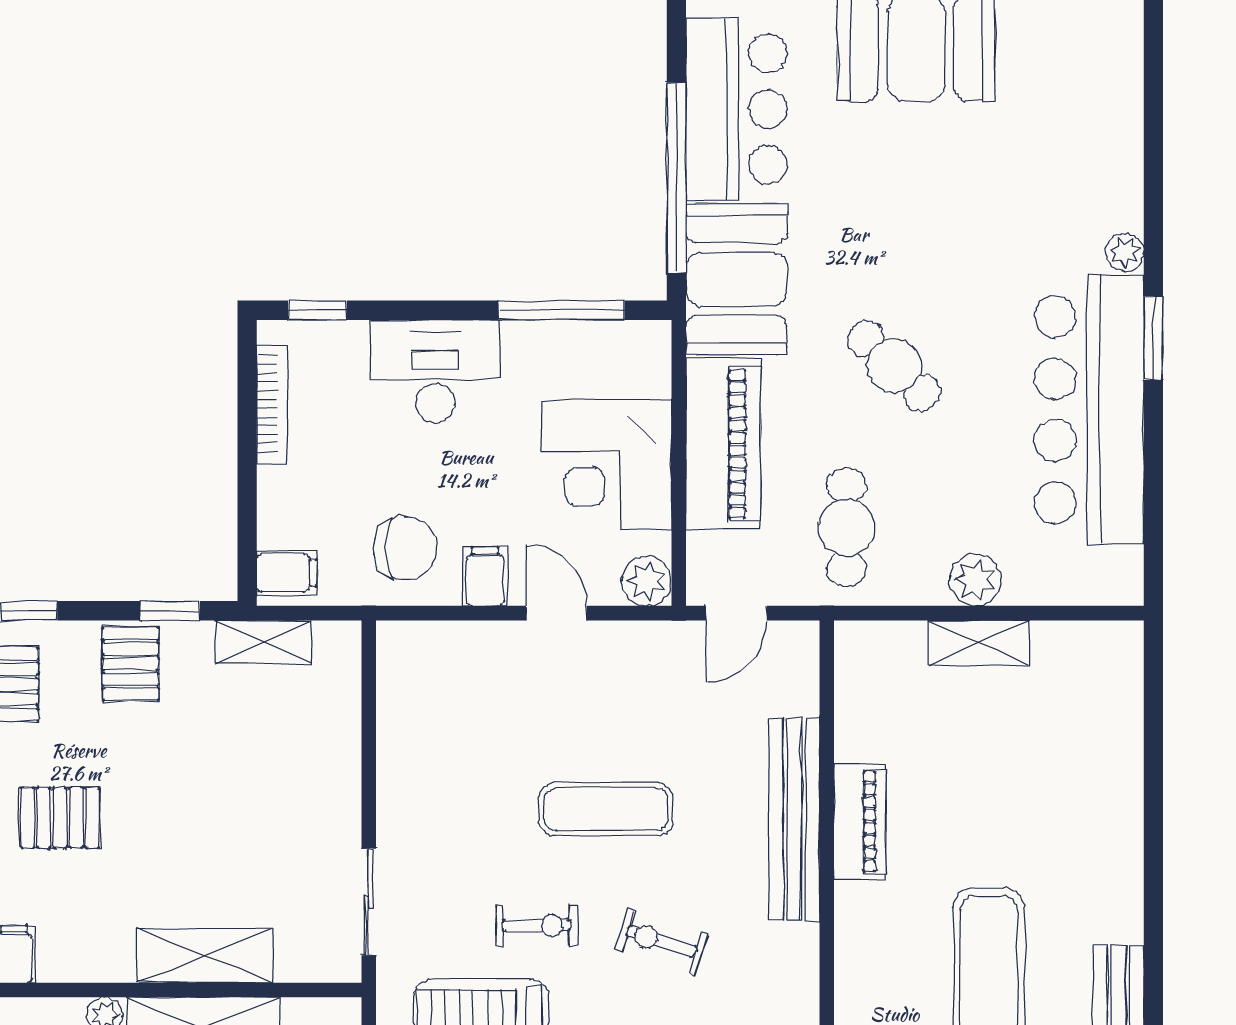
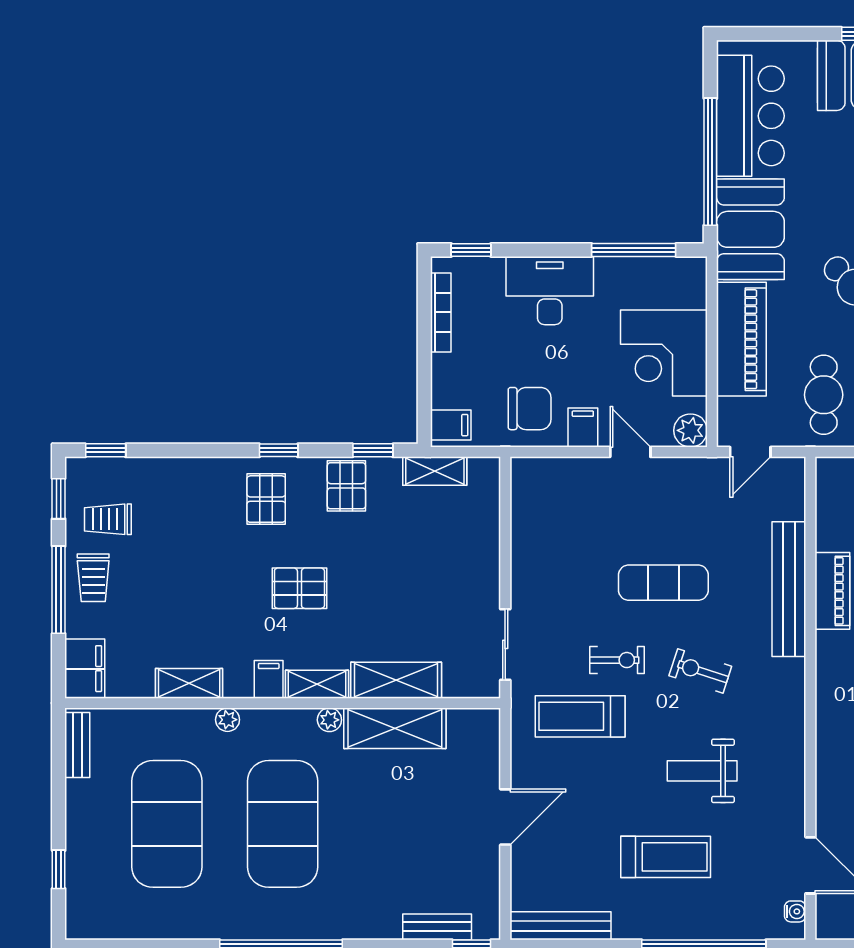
shelving: (86, 962) -> (317, 684), added

